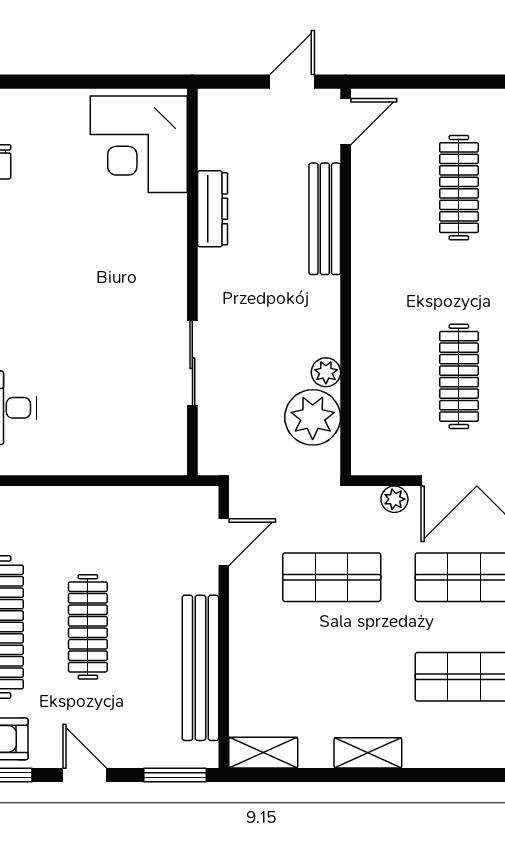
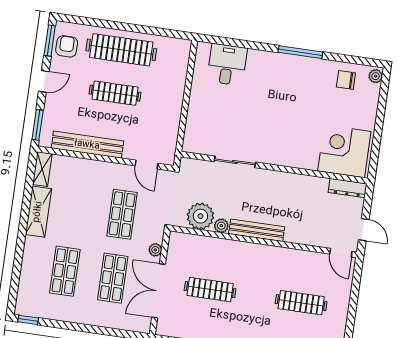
dresser: (213, 209) -> (348, 188), moved
bench: (325, 219) -> (257, 230), moved
shelving: (368, 753) -> (38, 212), width x1.50, depth x1.33

